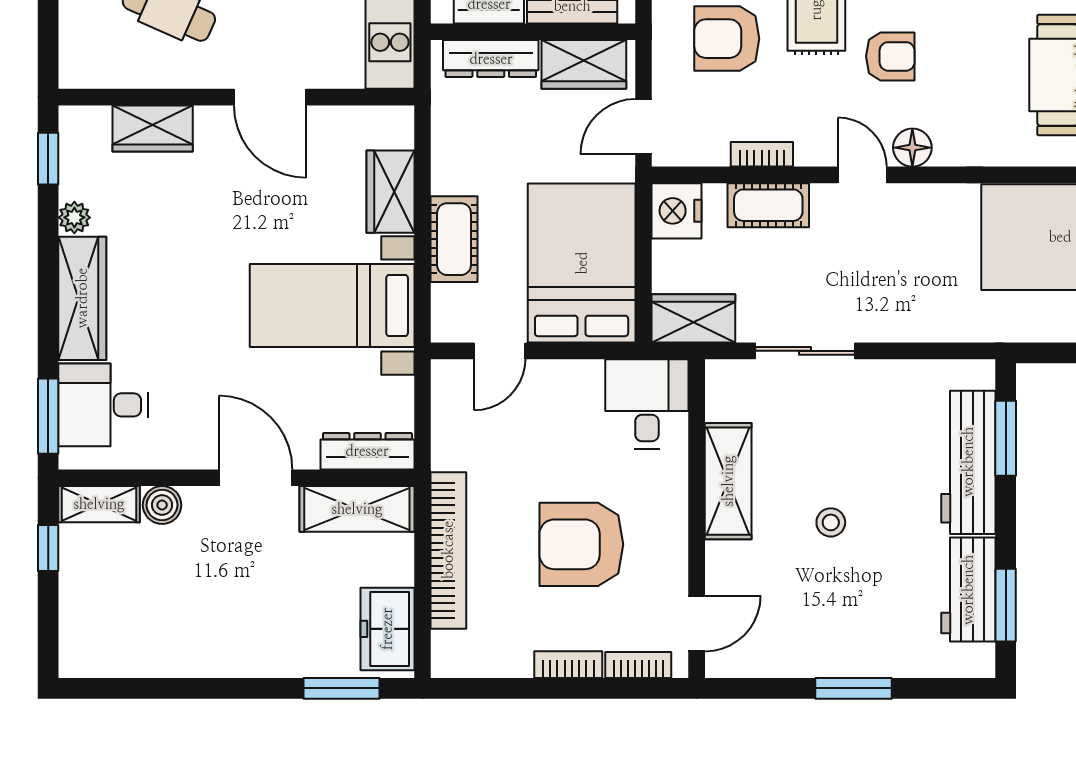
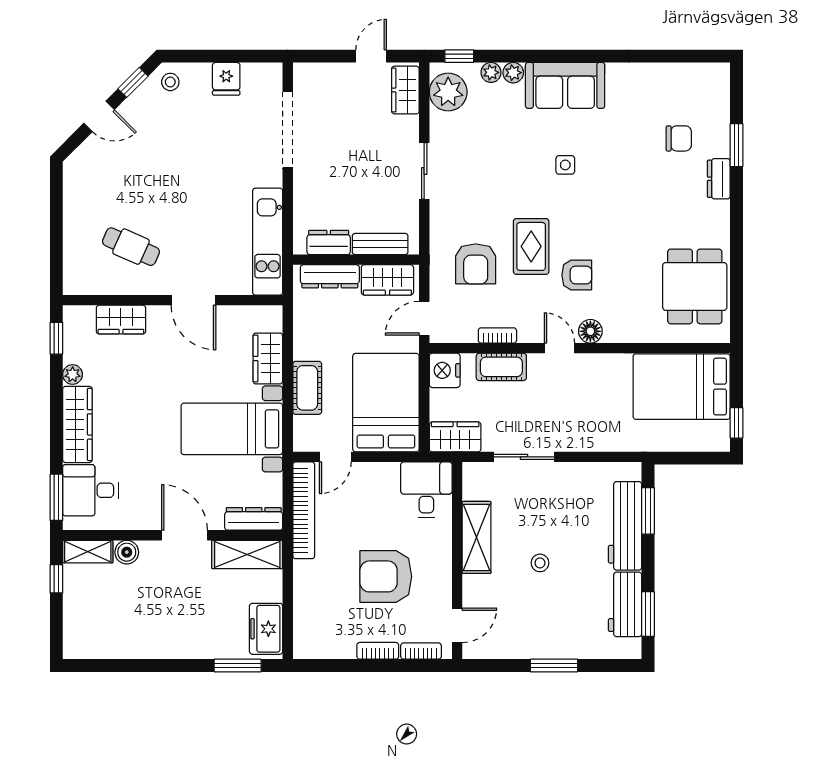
armchair: (727, 39) -> (476, 264), turned -90
bookcase: (448, 550) -> (304, 510), moved

